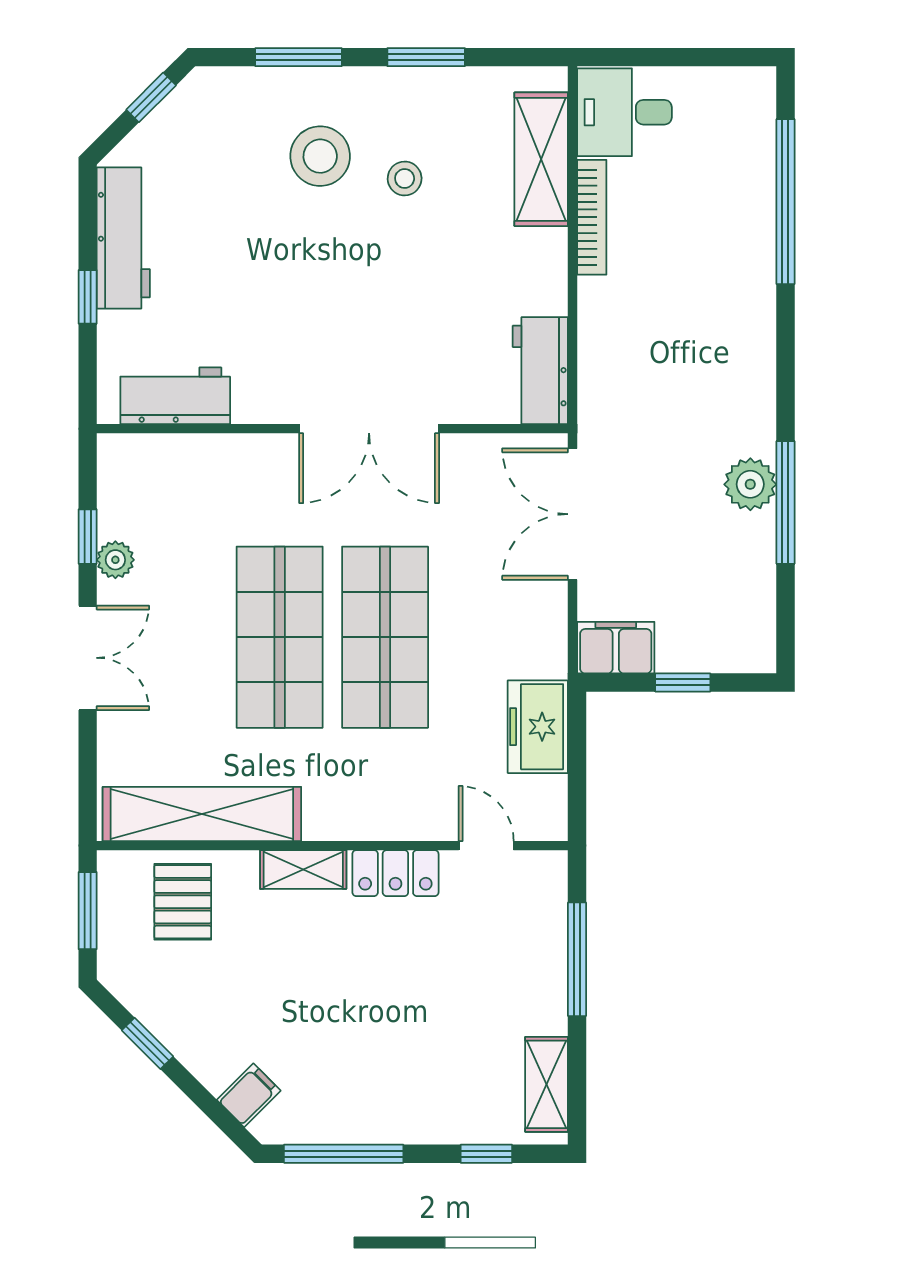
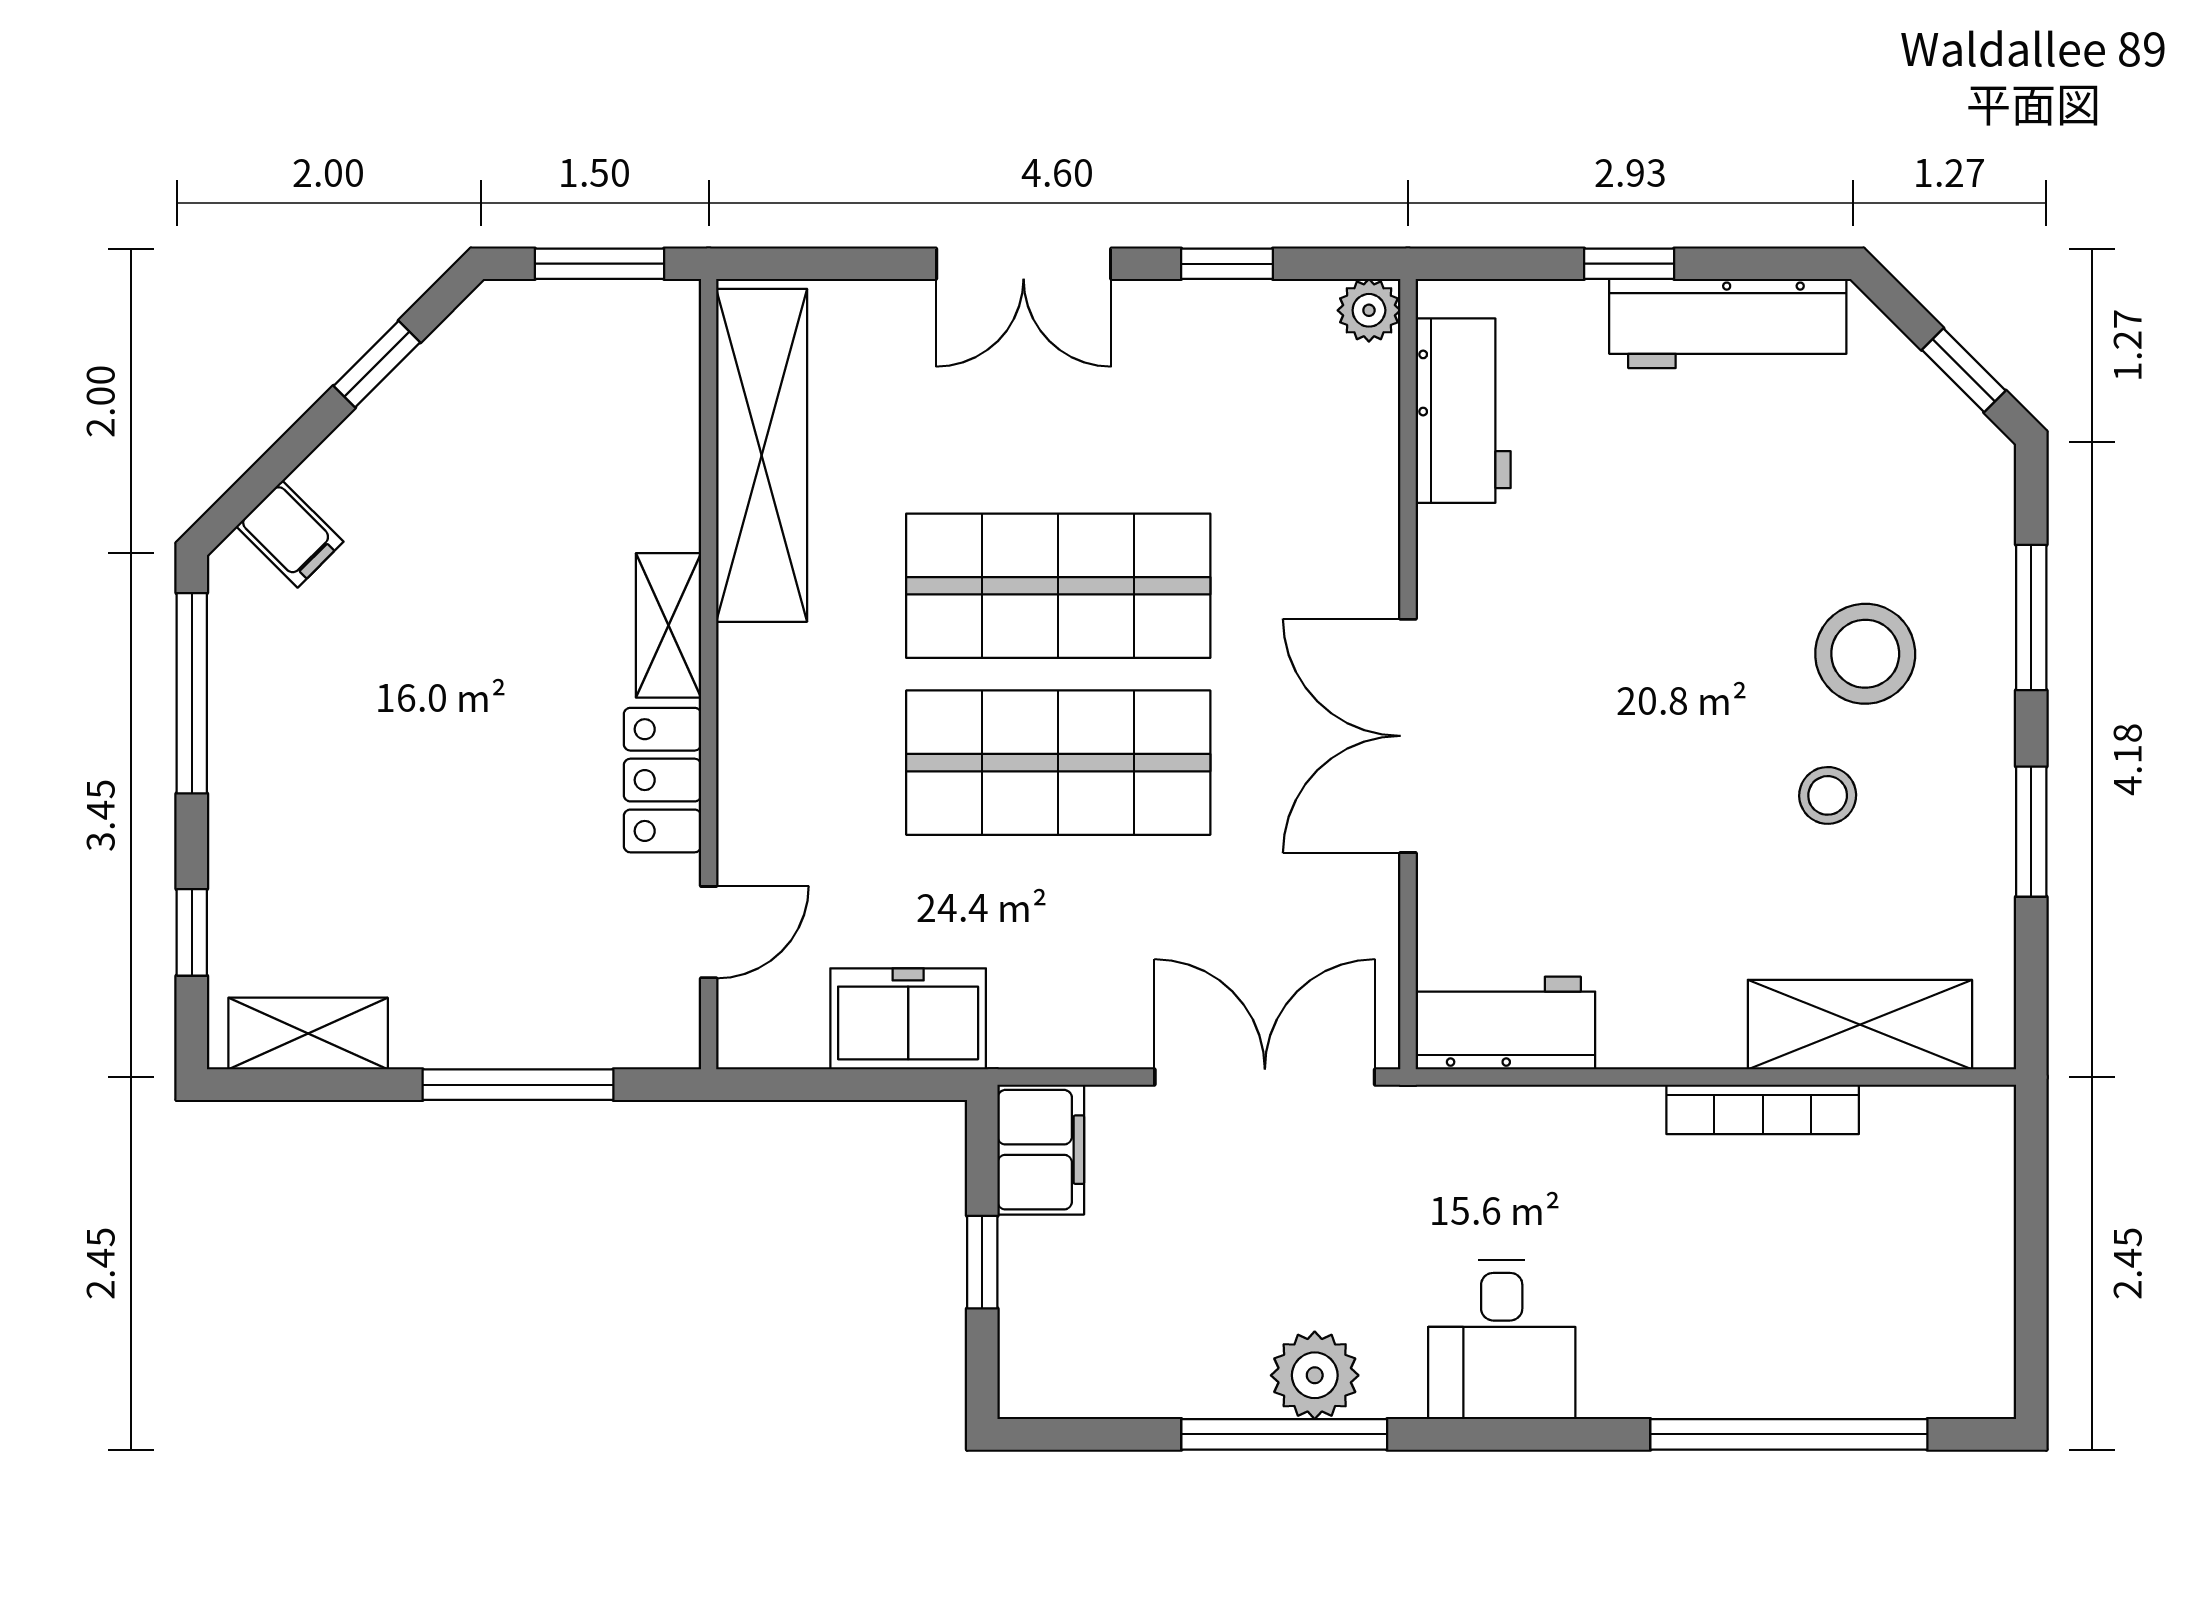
desk: (624, 112) -> (1502, 1340), moved, turned 180
plant: (115, 560) -> (1369, 310), moved
pallet: (183, 902) -> (614, 423), removed

